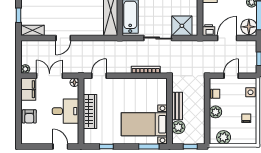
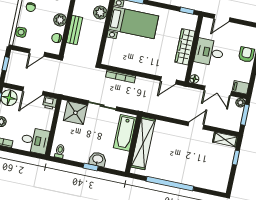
window: (18, 58) -> (245, 115), added
filing cabinet: (28, 89) -> (241, 87), width x0.50
bench: (177, 106) -> (75, 30), moved
door: (60, 147) -> (222, 18), hinge flipped
window: (106, 147) -> (187, 11), moved

